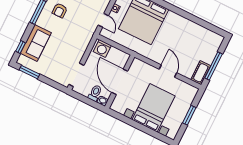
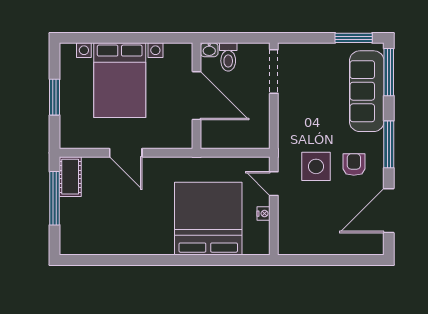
side table: (79, 19) -> (316, 166), added
sofa: (36, 43) -> (367, 91), width x1.36
window: (20, 47) -> (389, 72), width x2.17
washing machine: (102, 48) -> (252, 136), removed

